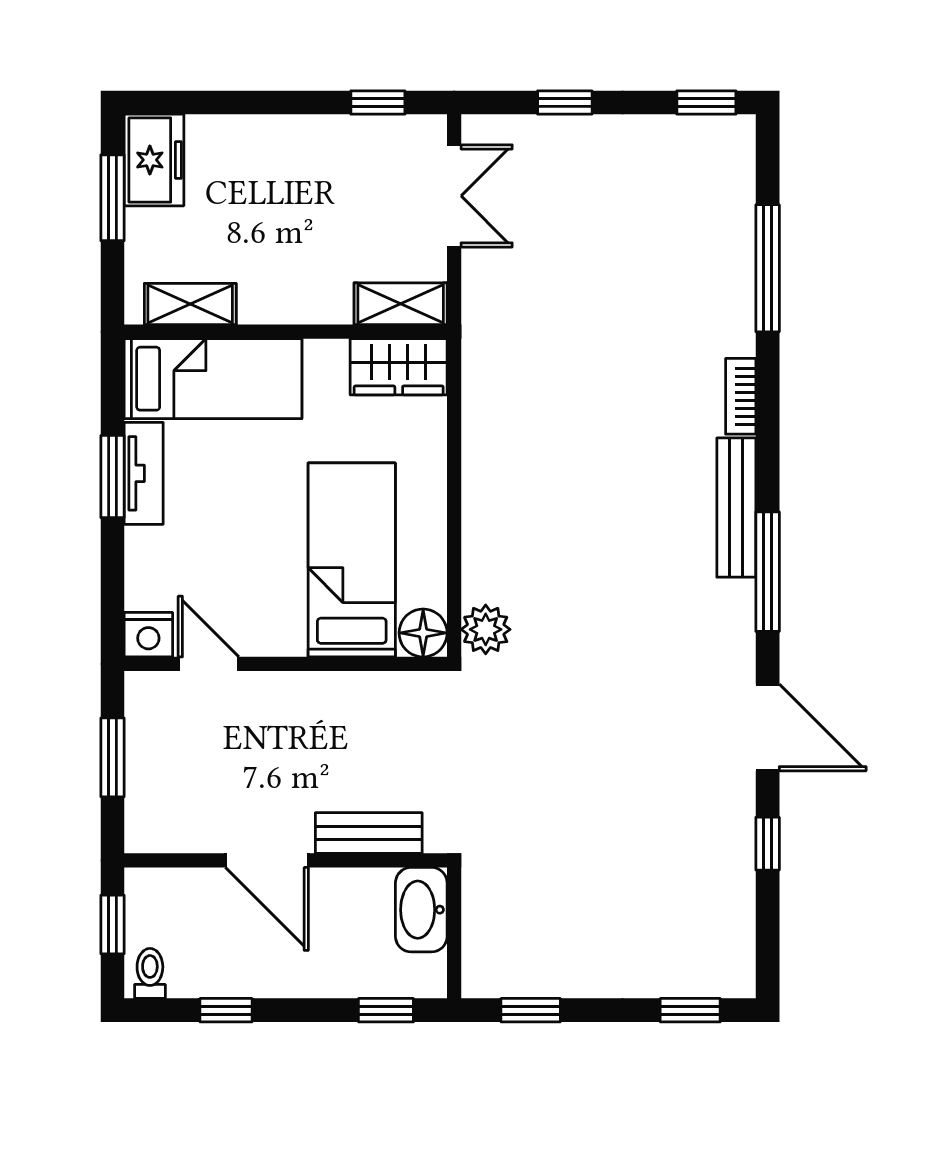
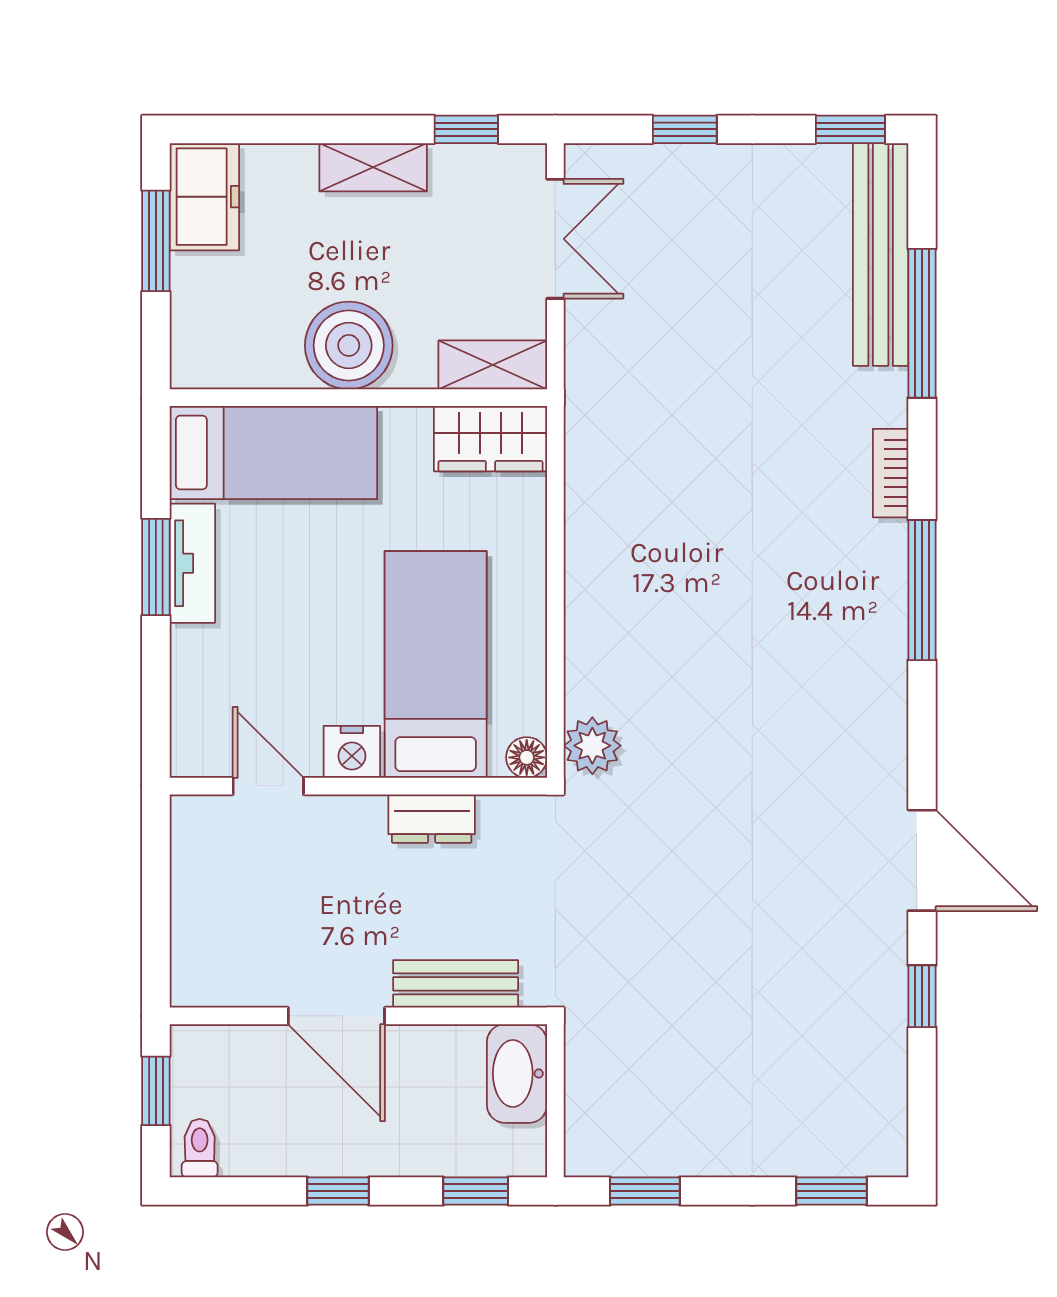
boiler: (277, 287) -> (349, 345), added
shelving: (190, 304) -> (373, 167), moved
bench: (736, 508) -> (881, 254), moved, width x1.37, depth x1.21
window: (768, 572) -> (922, 590), moved
floor lamp: (423, 633) -> (527, 757), width x0.73, depth x0.73
nightstand: (148, 635) -> (352, 752), moved
dresser: (348, 692) -> (432, 819), added
window: (113, 757) -> (156, 895), removed
window: (226, 1010) -> (338, 1191), moved

